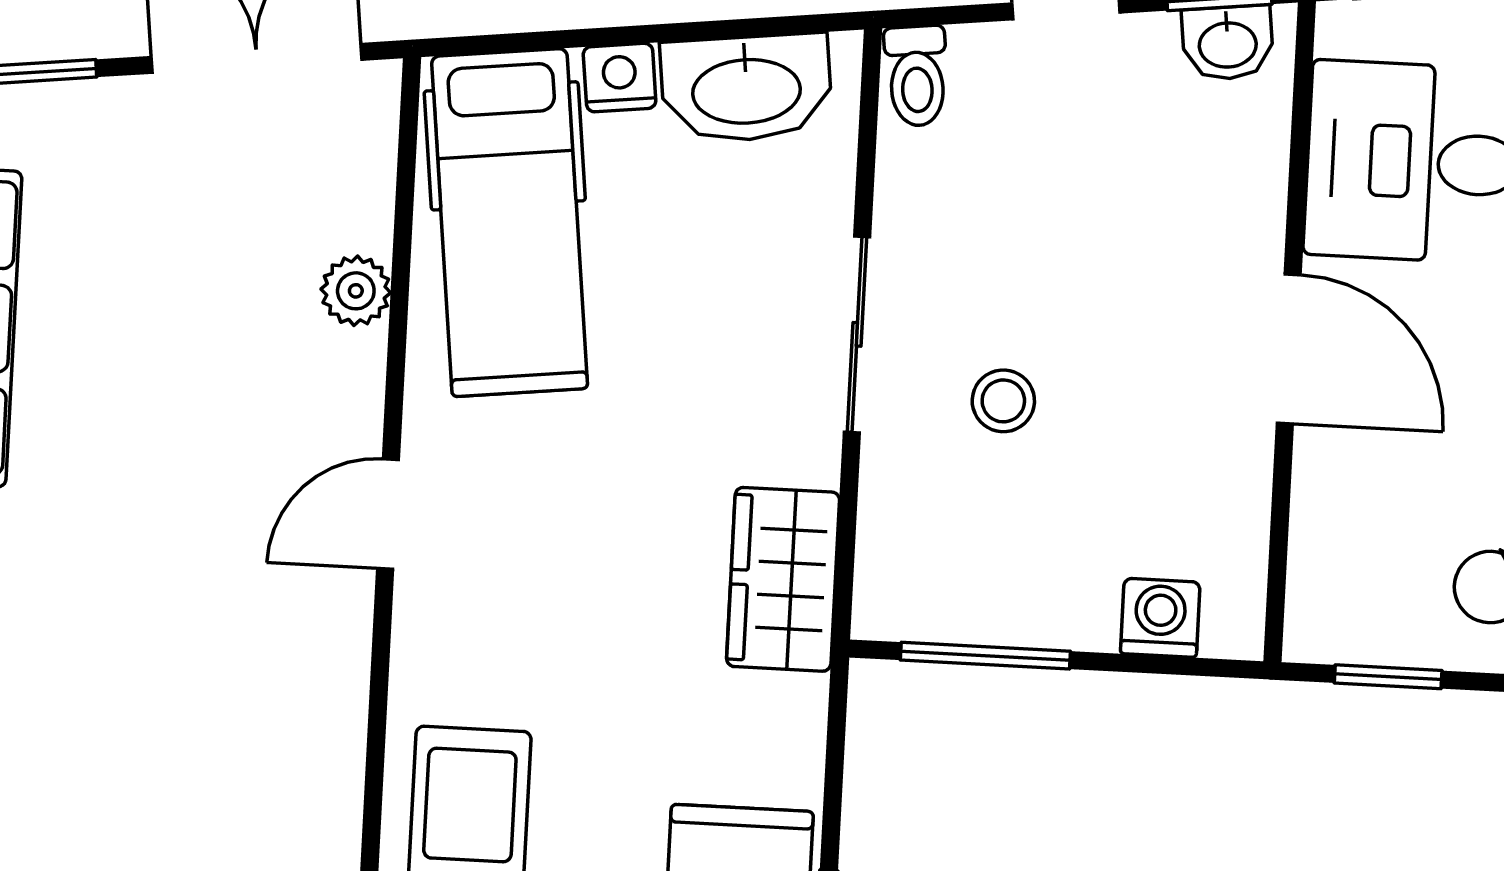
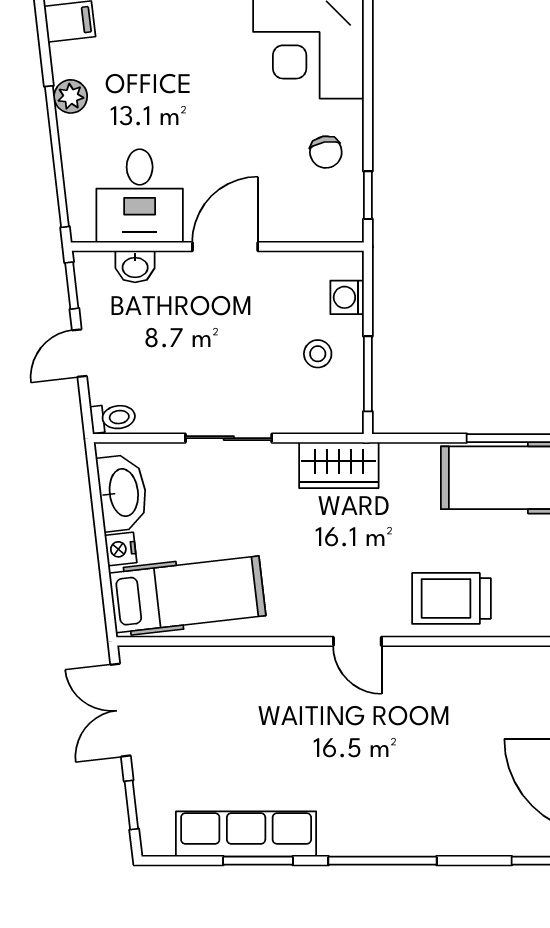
washbasin: (1228, 43) -> (135, 267), moved, turned 97
plant: (356, 291) -> (221, 661), removed
stool: (1003, 401) -> (318, 354), moved
door: (388, 514) -> (357, 641), moved

